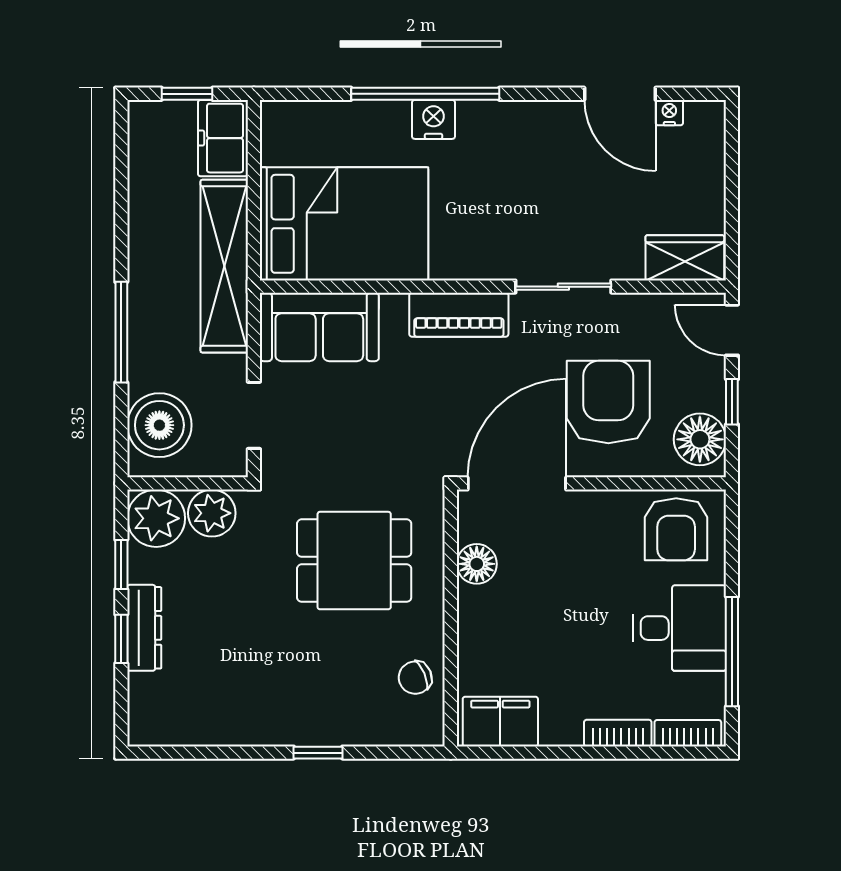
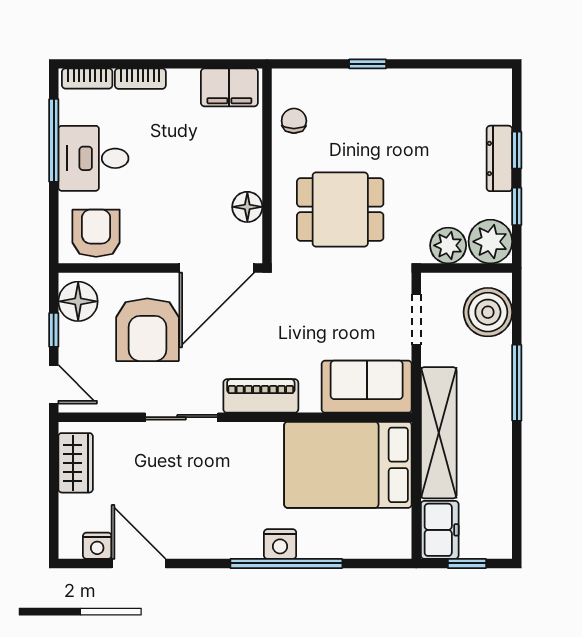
nightstand: (669, 113) -> (97, 546), width x1.39, depth x1.35
wardrobe: (685, 258) -> (76, 463), moved, turned -90
chair: (415, 678) -> (294, 121), turned -67

